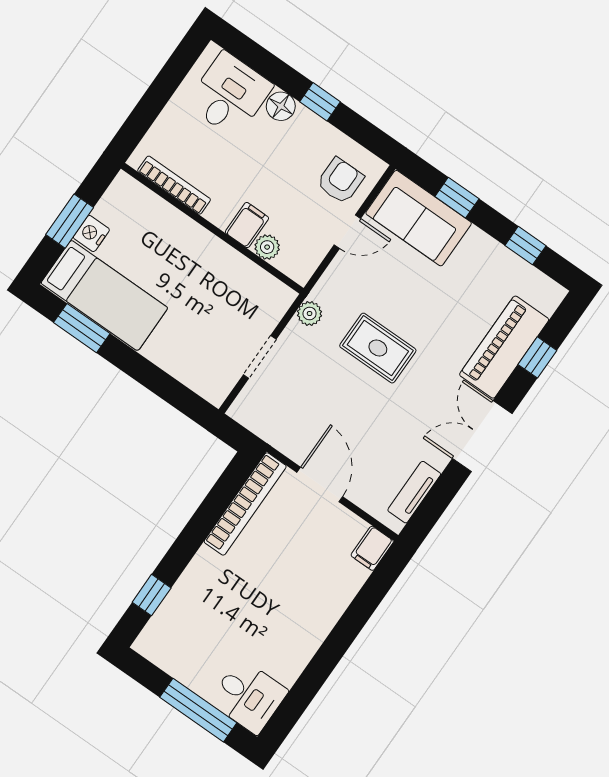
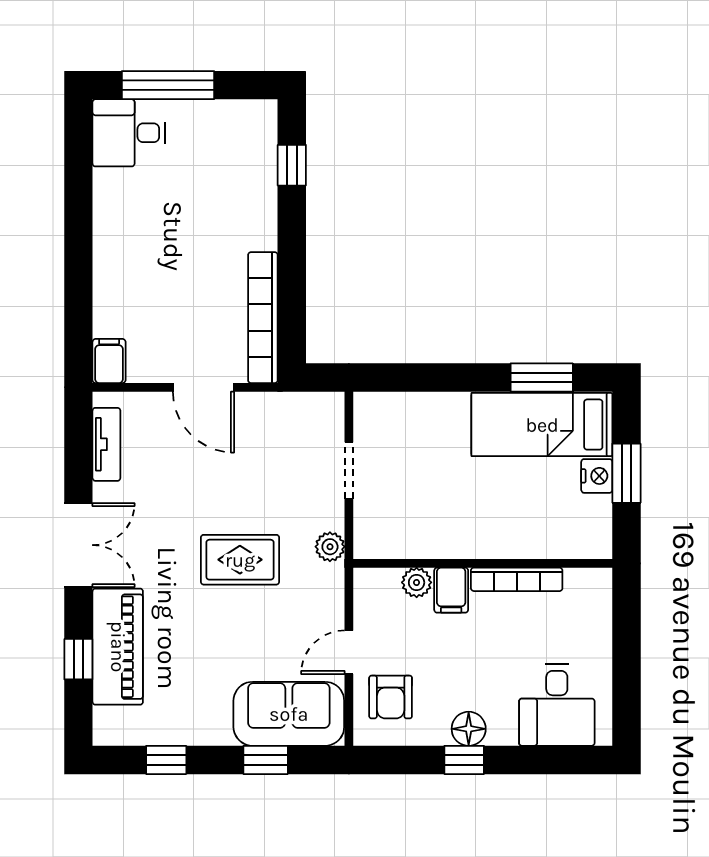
floor lamp: (281, 106) -> (469, 729), moved
bookcase: (174, 185) -> (517, 579), moved

